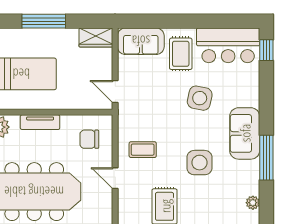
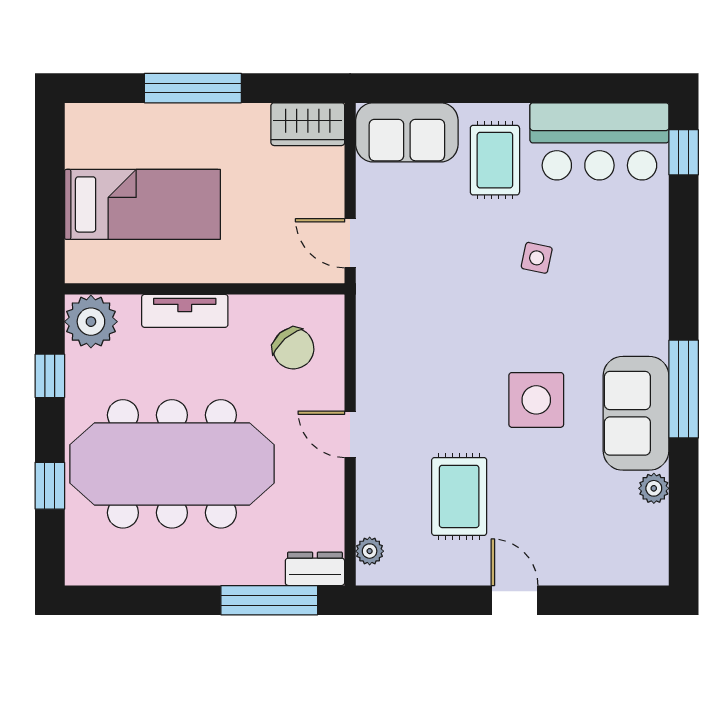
side table: (200, 98) -> (537, 258), width x0.54, depth x0.54
sofa: (245, 133) -> (636, 413), moved
chair: (89, 139) -> (293, 348), turned -131
coffee table: (143, 150) -> (411, 371), removed

